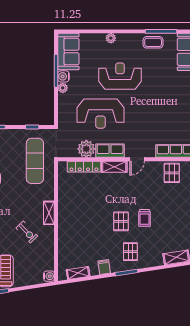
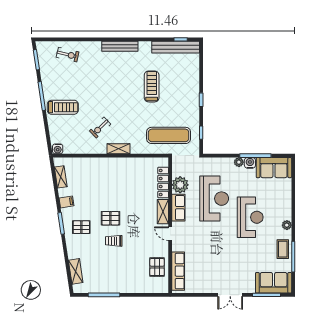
plant: (111, 38) -> (287, 225), moved
reception desk: (101, 114) -> (214, 199), turned 180
pallet: (172, 173) -> (157, 267), turned 90

